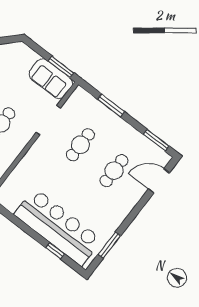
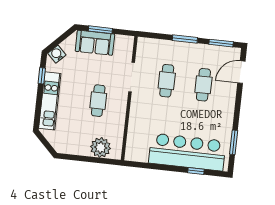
window: (61, 67) -> (100, 30), moved
sofa: (51, 79) -> (95, 43), moved
window: (111, 105) -> (185, 39), moved

